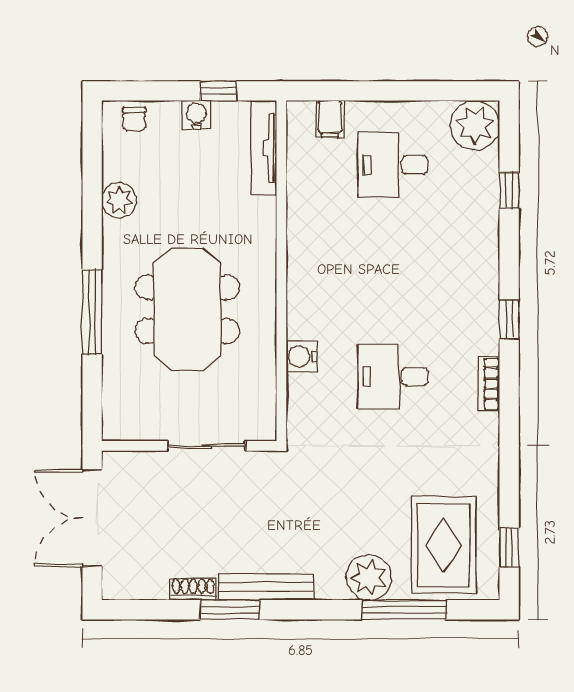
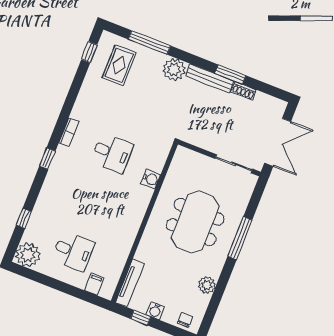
sliding door: (207, 446) -> (234, 164), moved
rug: (444, 545) -> (119, 65), width x0.73, depth x0.70
plant: (369, 578) -> (174, 69), moved

